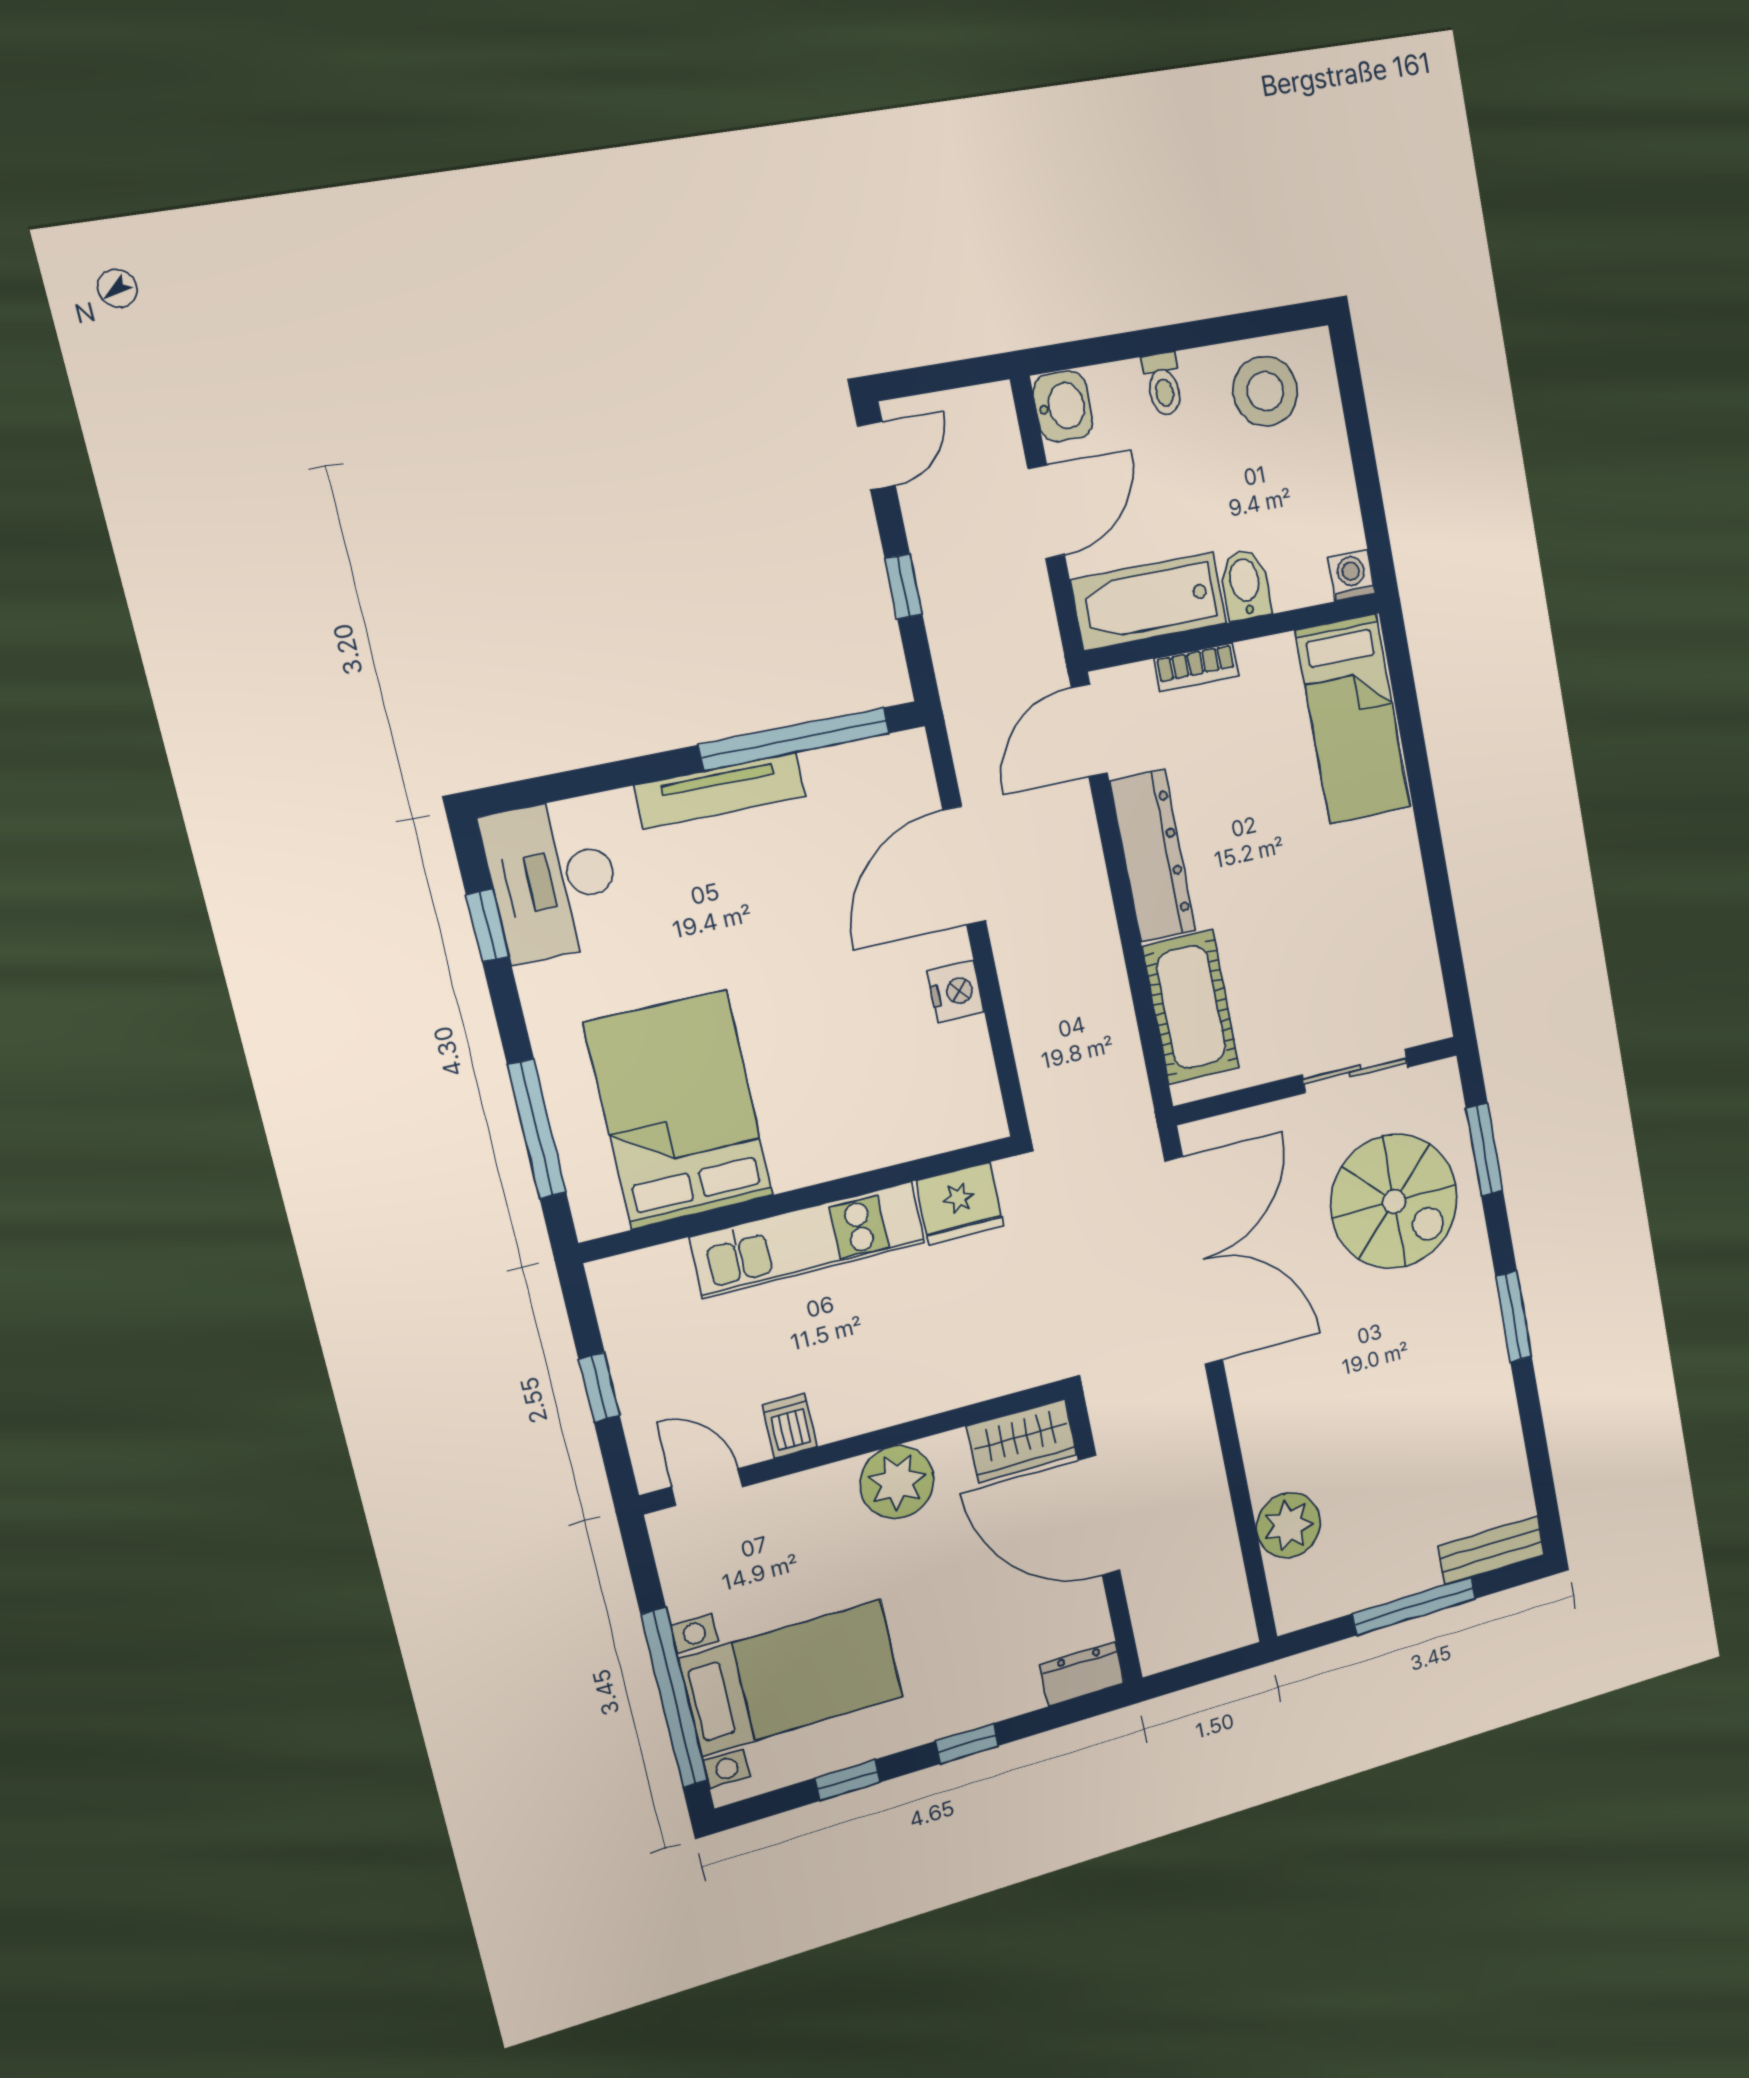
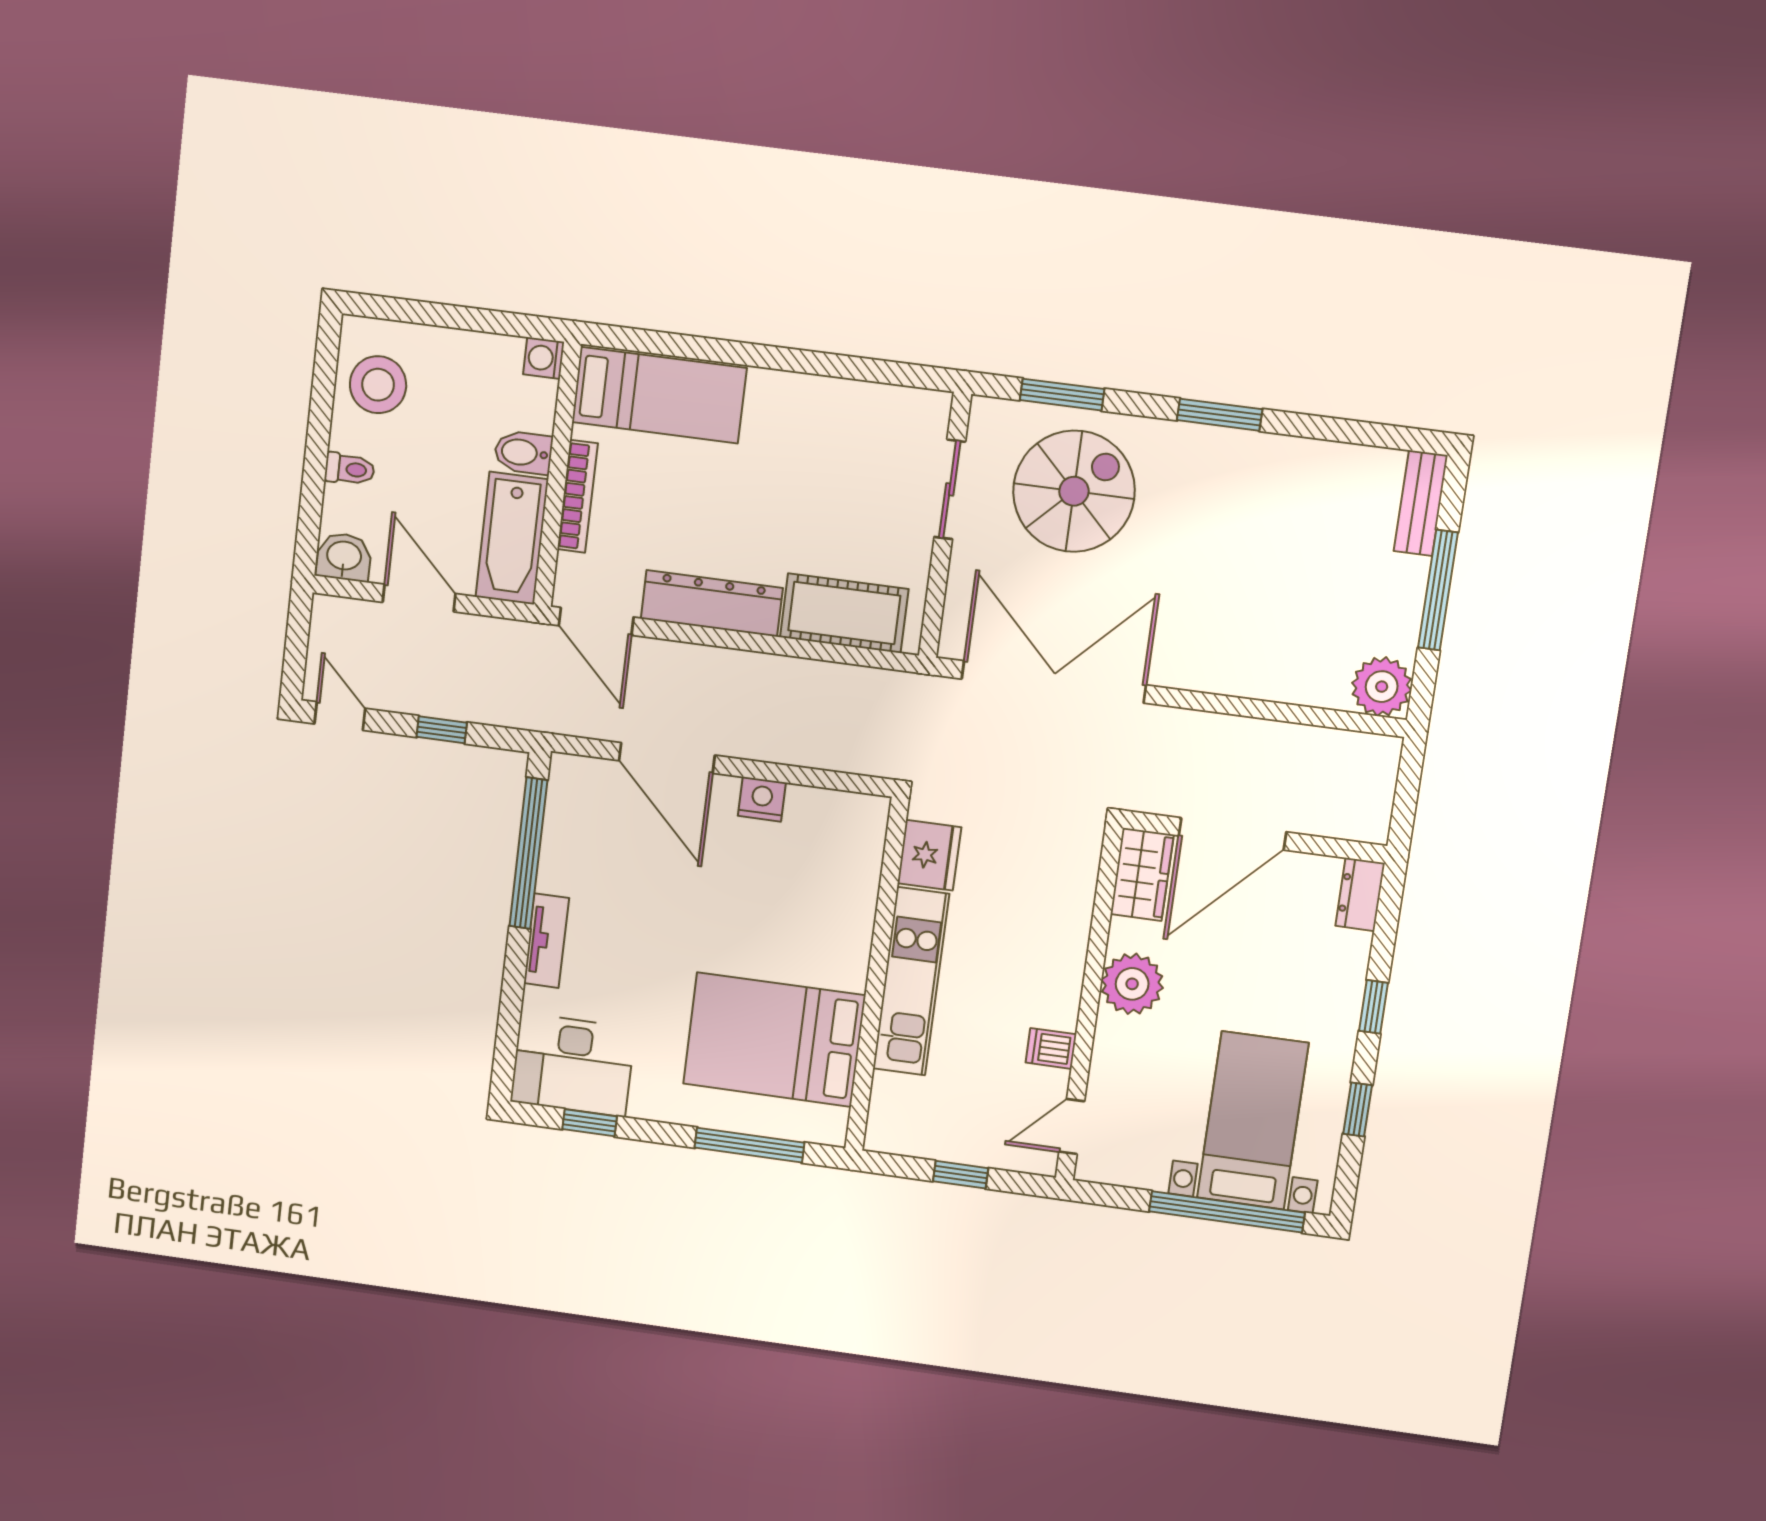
bookcase: (1196, 667) -> (577, 496), width x1.56
tv unit: (720, 791) -> (546, 941), width x0.71
plant: (1288, 1525) -> (1382, 687), moved

